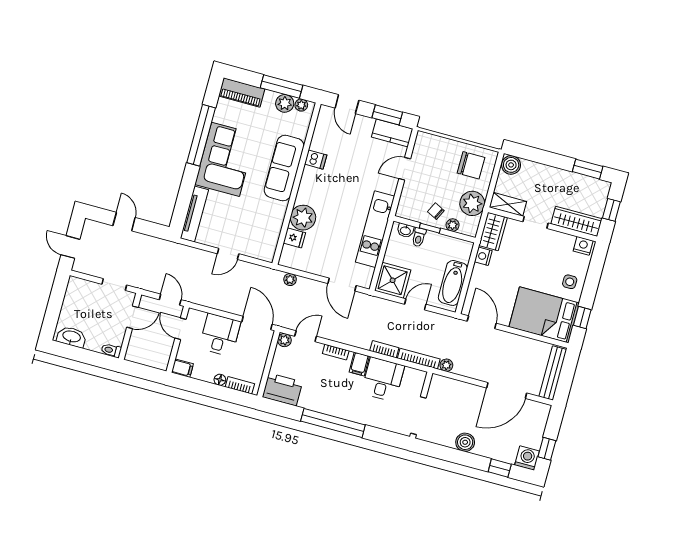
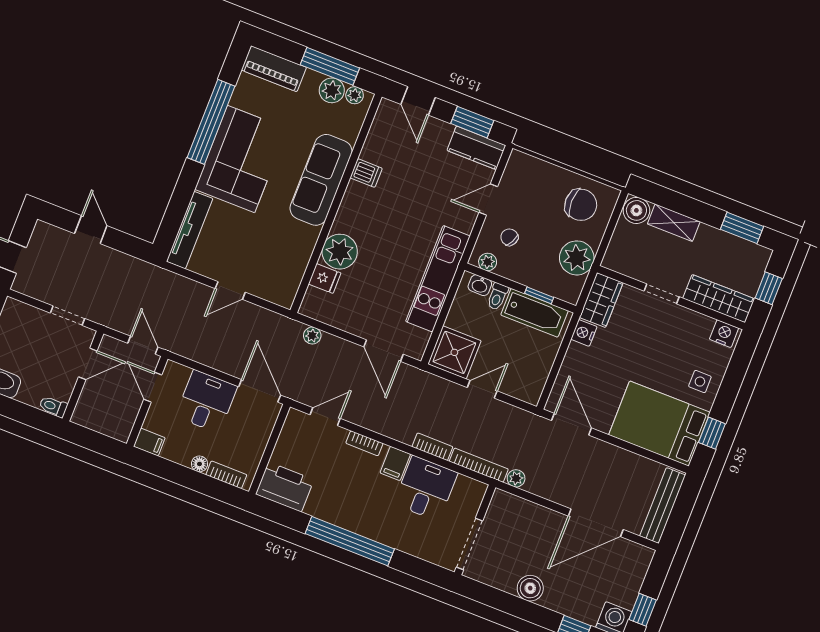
shelving: (508, 204) -> (674, 223), moved
chair: (436, 211) -> (509, 237), moved
plant: (453, 225) -> (488, 262), moved
window: (430, 228) -> (539, 295), moved
bathtub: (453, 283) -> (534, 313), moved, turned -90
plant: (284, 340) -> (295, 419), removed

